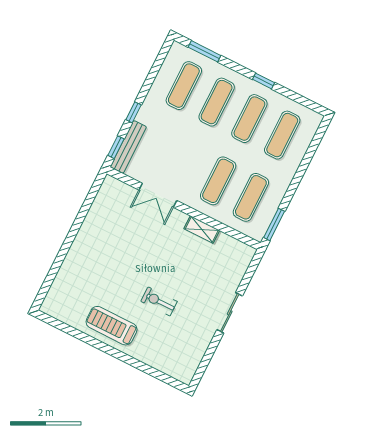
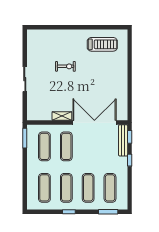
double door: (158, 195) -> (94, 123), width x1.87
treadmill: (111, 326) -> (102, 44), moved

